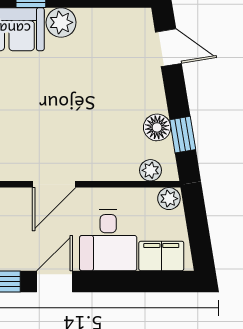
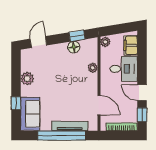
plant: (61, 22) -> (27, 79), moved
plant: (150, 170) -> (93, 68), moved
door: (54, 184) -> (99, 105), moved

